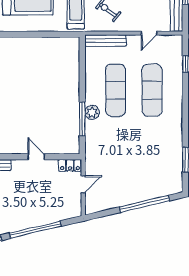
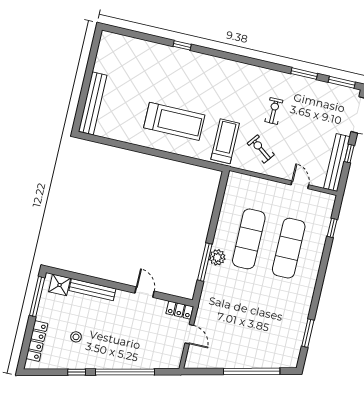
door: (149, 33) -> (300, 185), swing flipped
bench: (105, 41) -> (250, 182), removed
door: (83, 184) -> (189, 334), hinge flipped

